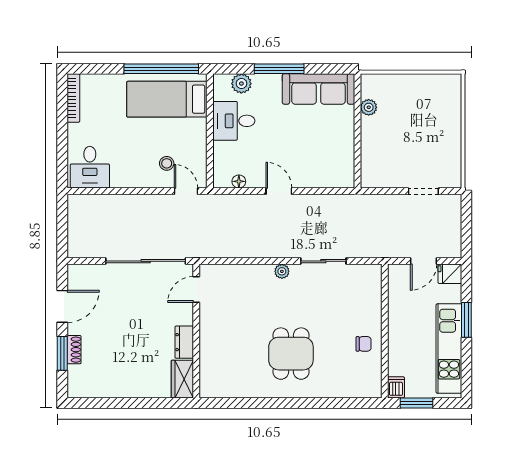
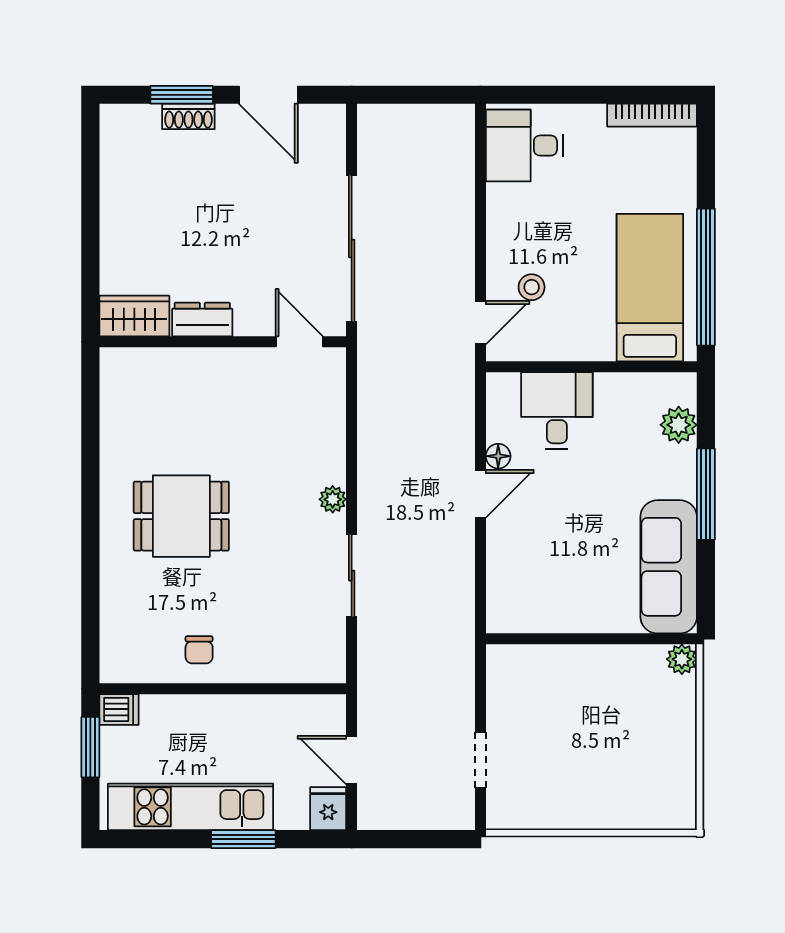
plant: (369, 107) -> (682, 659), moved
desk: (234, 121) -> (557, 411), moved
floor lamp: (239, 181) -> (498, 456), moved

